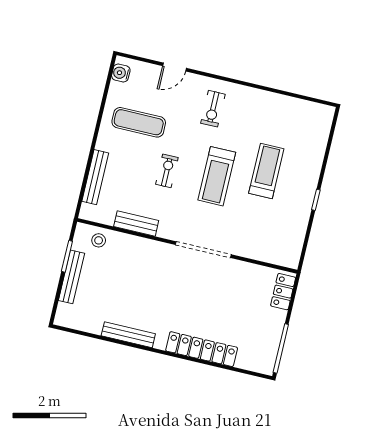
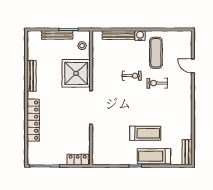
water cooler: (121, 73) -> (140, 36), moved
exercise bike: (213, 109) -> (157, 83), moved
treadmill: (217, 176) -> (154, 156), moved
bench: (136, 223) -> (187, 152), moved
shower: (142, 261) -> (76, 73), added

